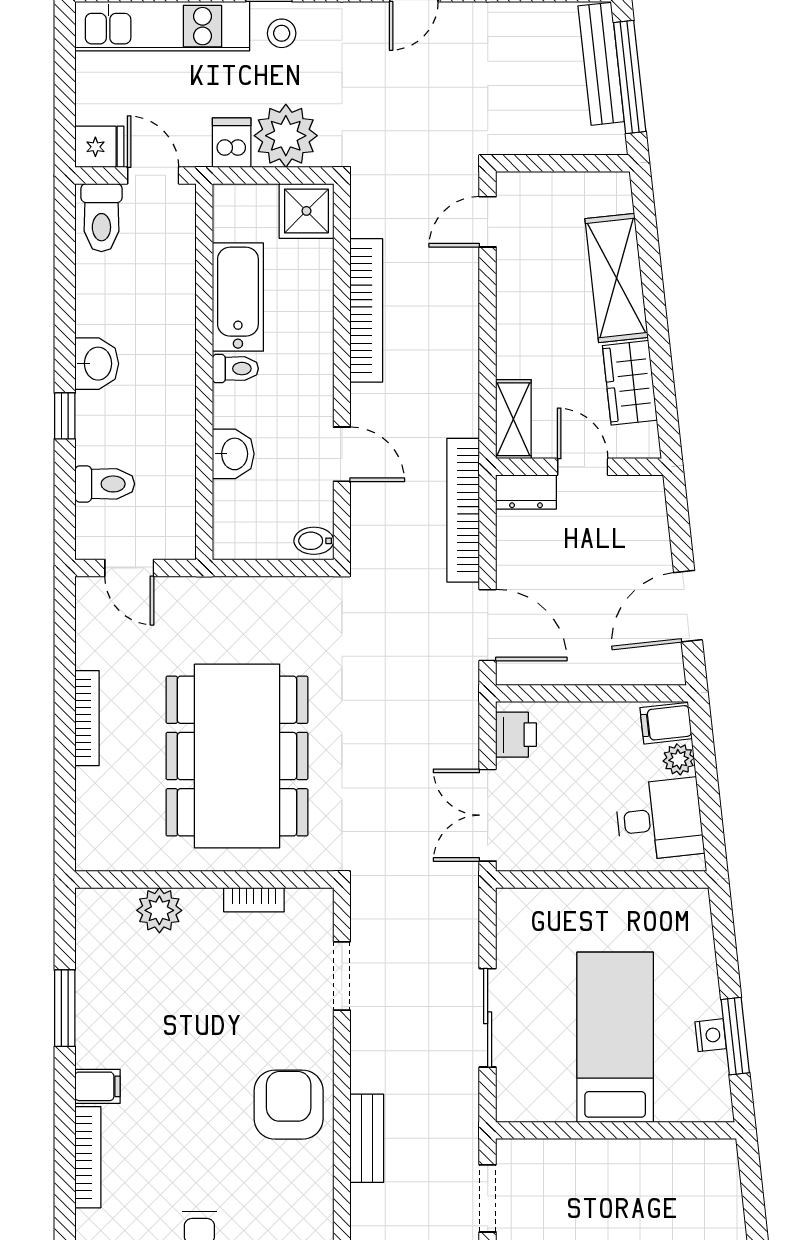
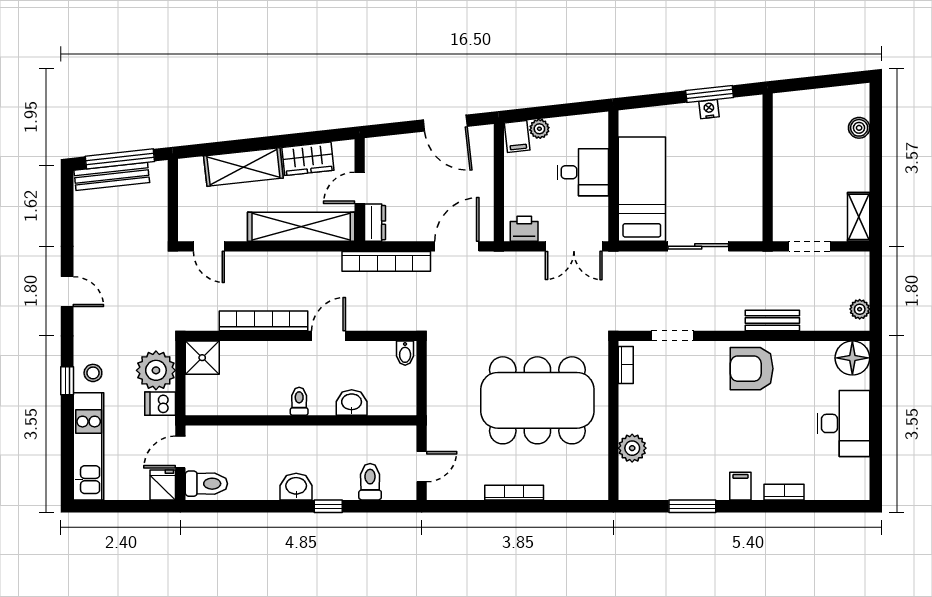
bathtub: (238, 297) -> (255, 400), removed
shelving: (513, 419) -> (301, 227), width x2.20, depth x1.33
door: (342, 454) -> (328, 336), moved
desk: (659, 819) -> (583, 172), moved, turned 96
bookcase: (254, 900) -> (626, 365), moved
bed: (615, 1037) -> (642, 189), moved, turned 90
bookcase: (88, 1157) -> (784, 492), width x0.64

